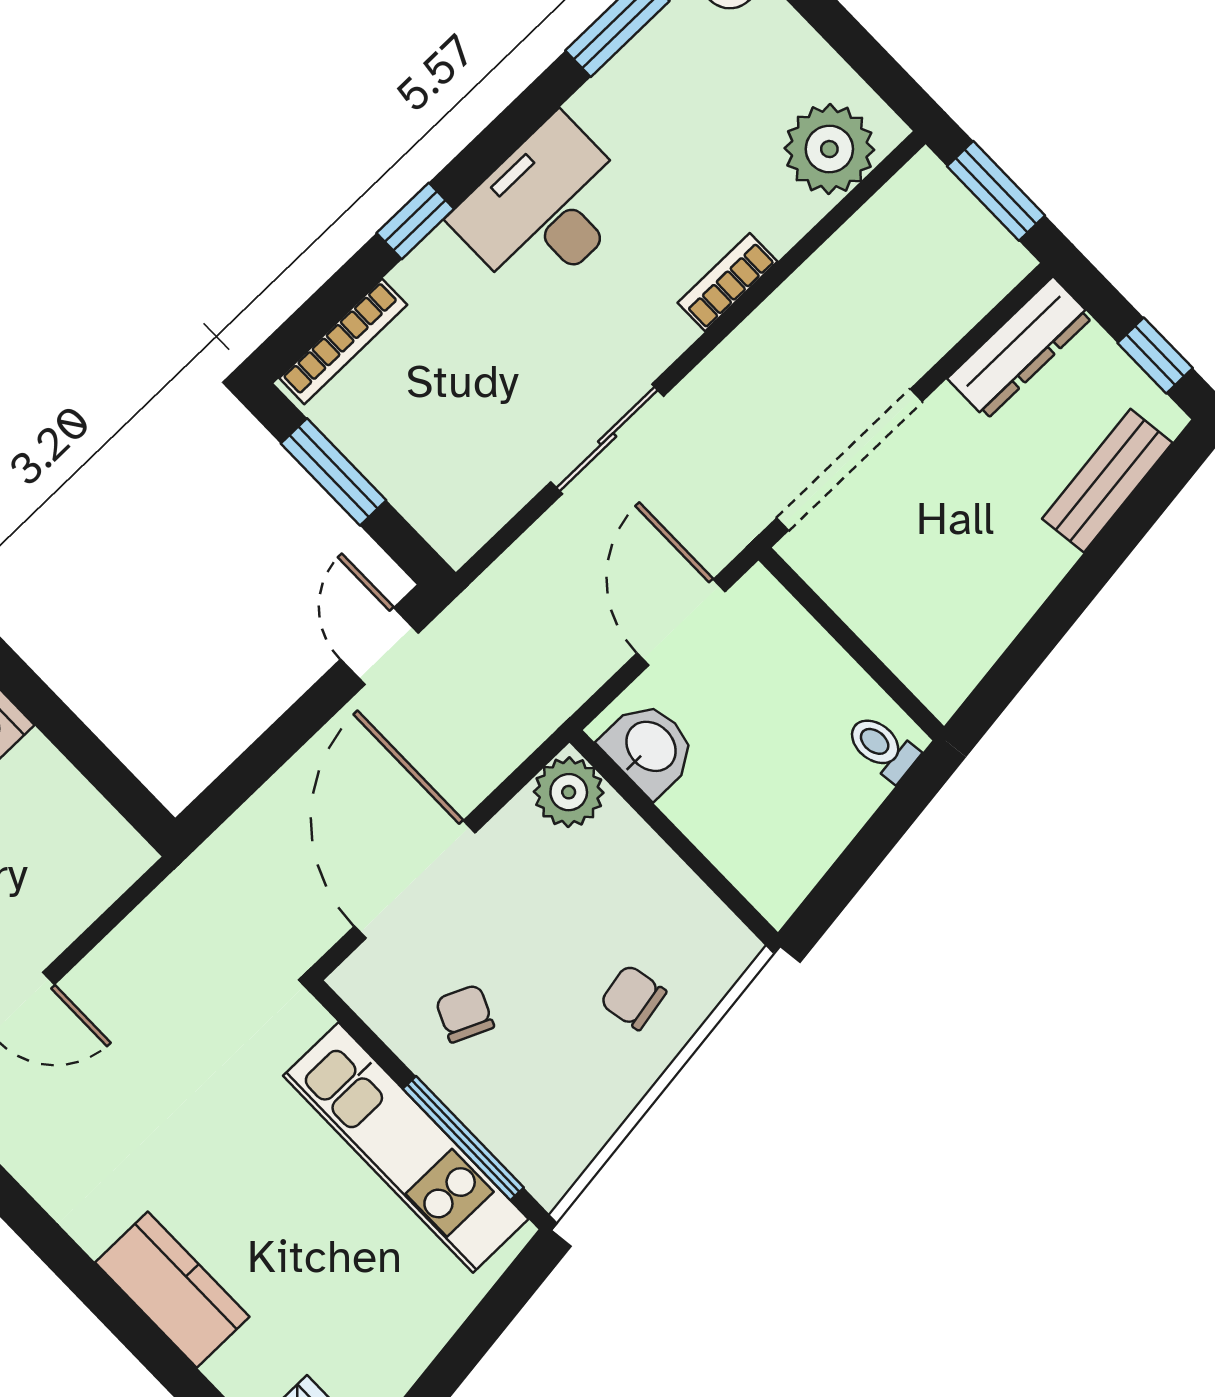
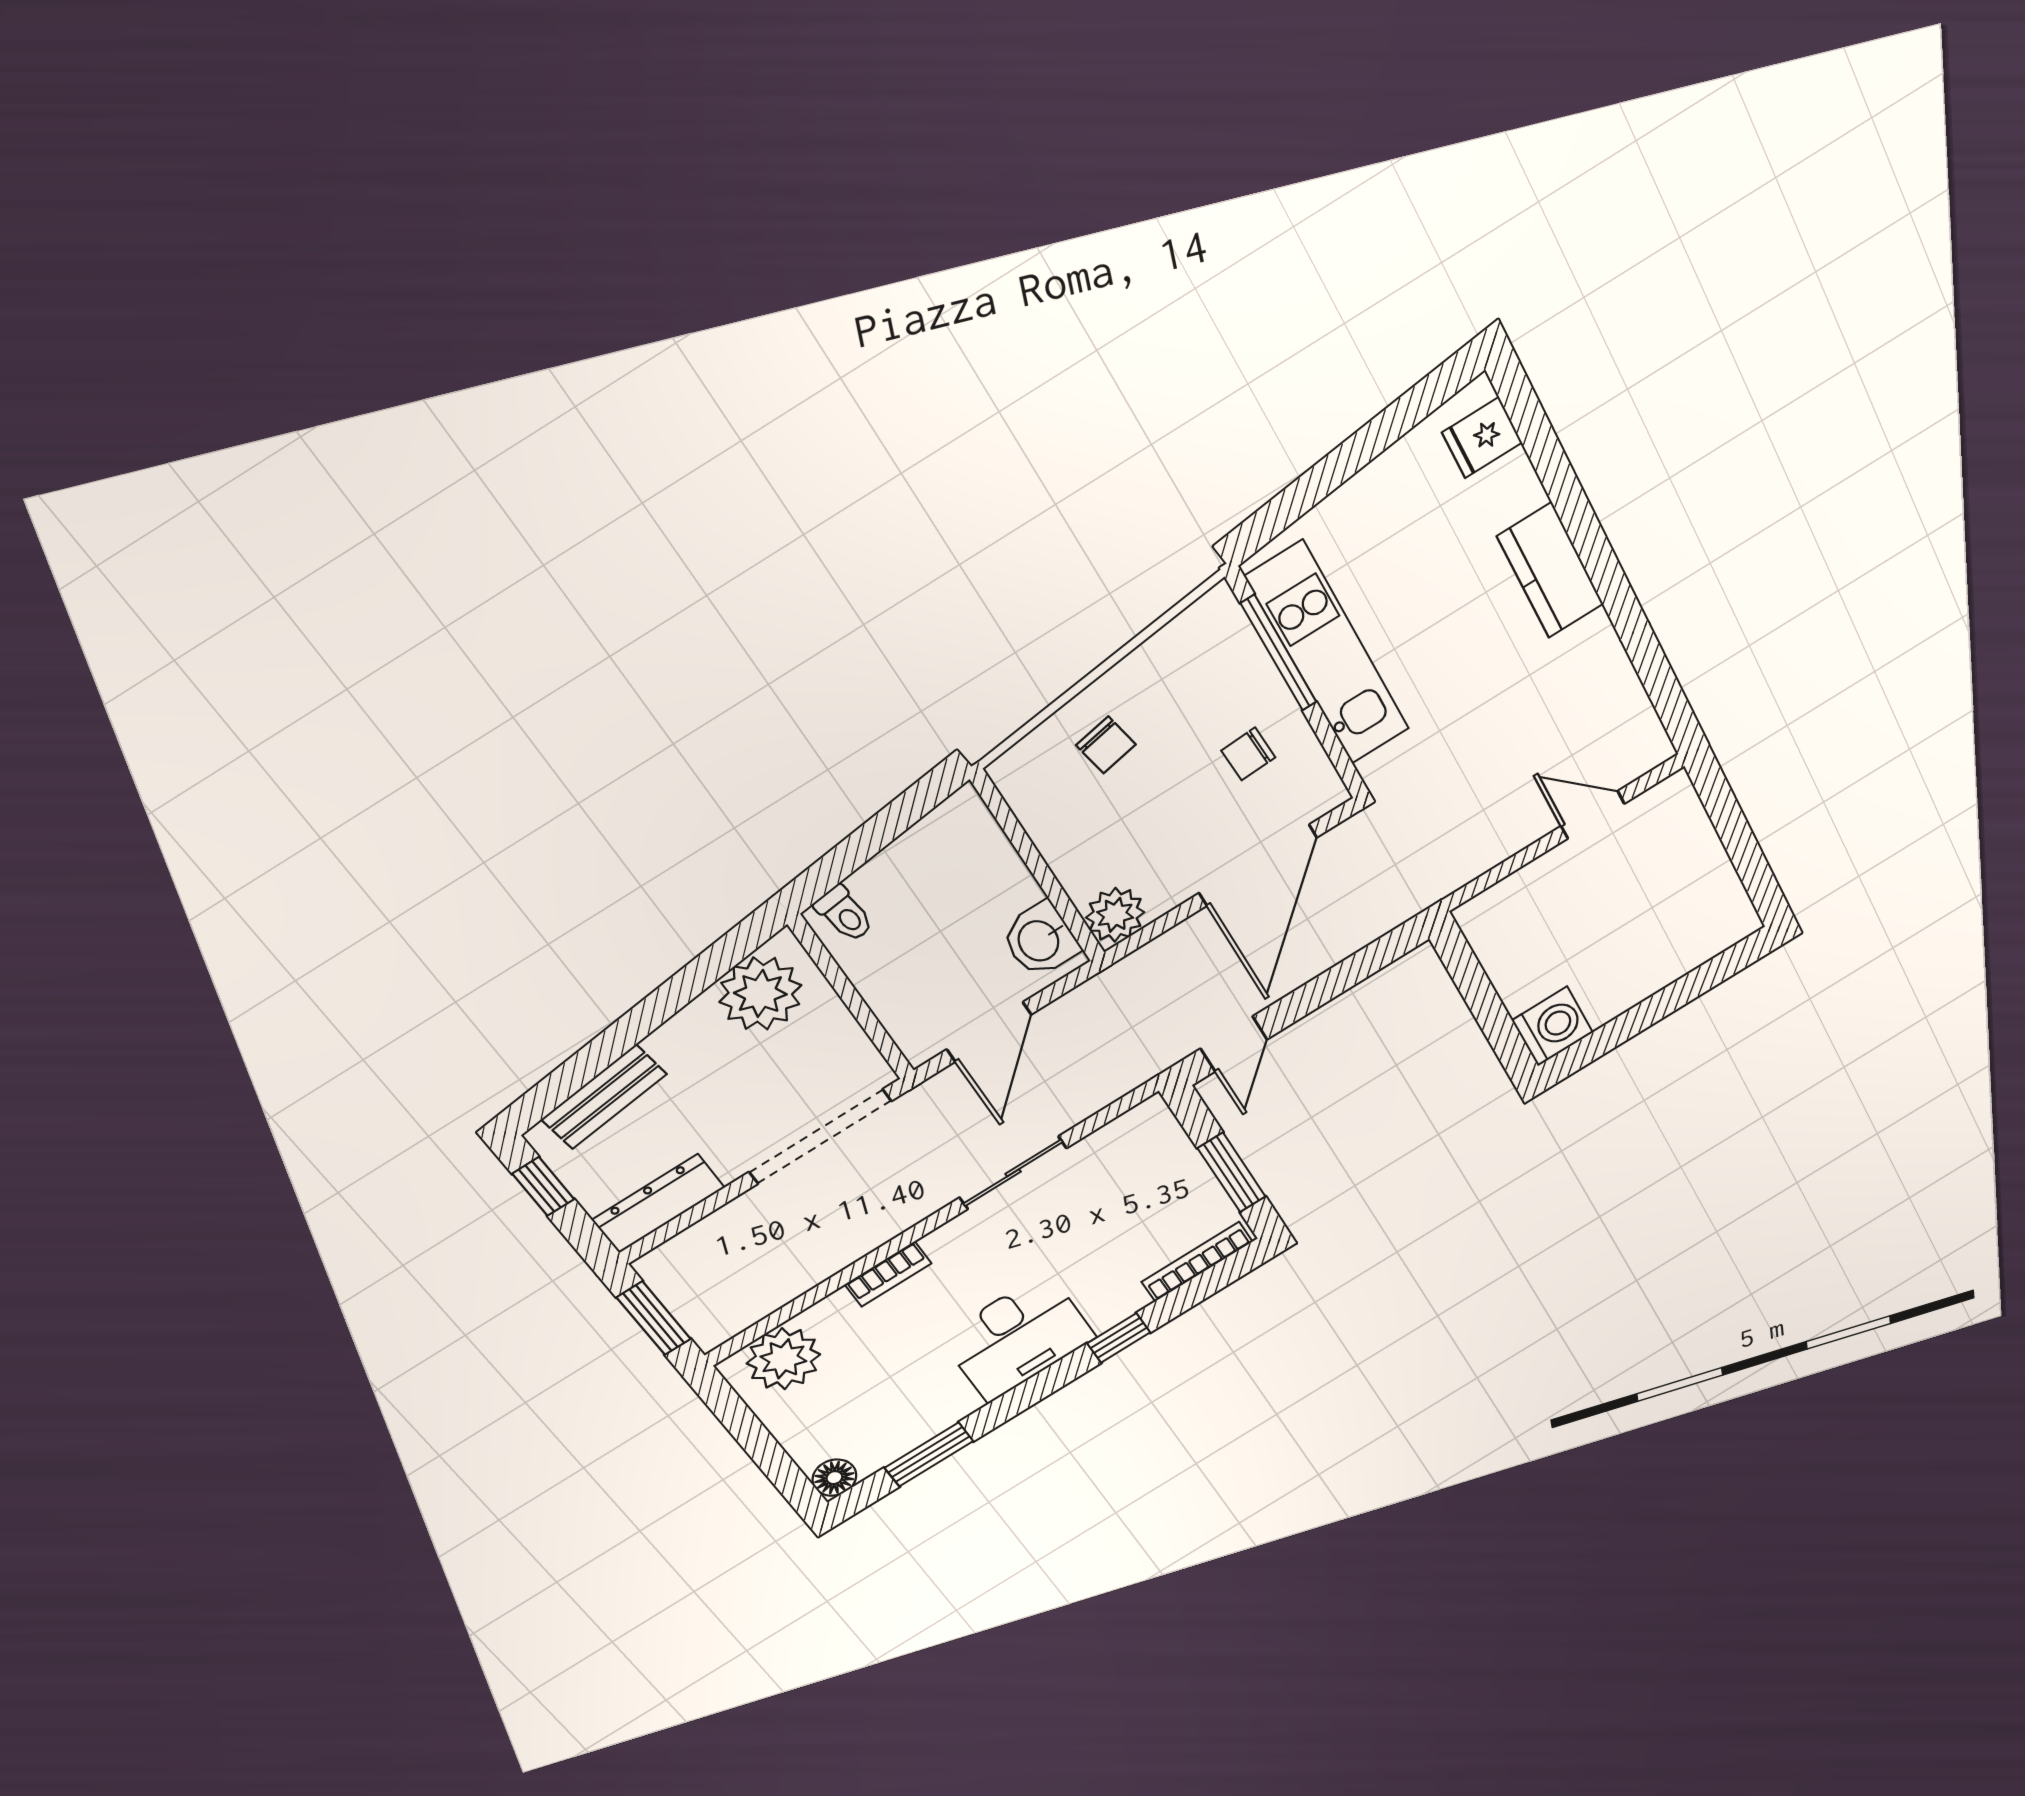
plant: (956, 635) -> (760, 994), added
chair: (465, 1013) -> (1248, 754), turned 63

